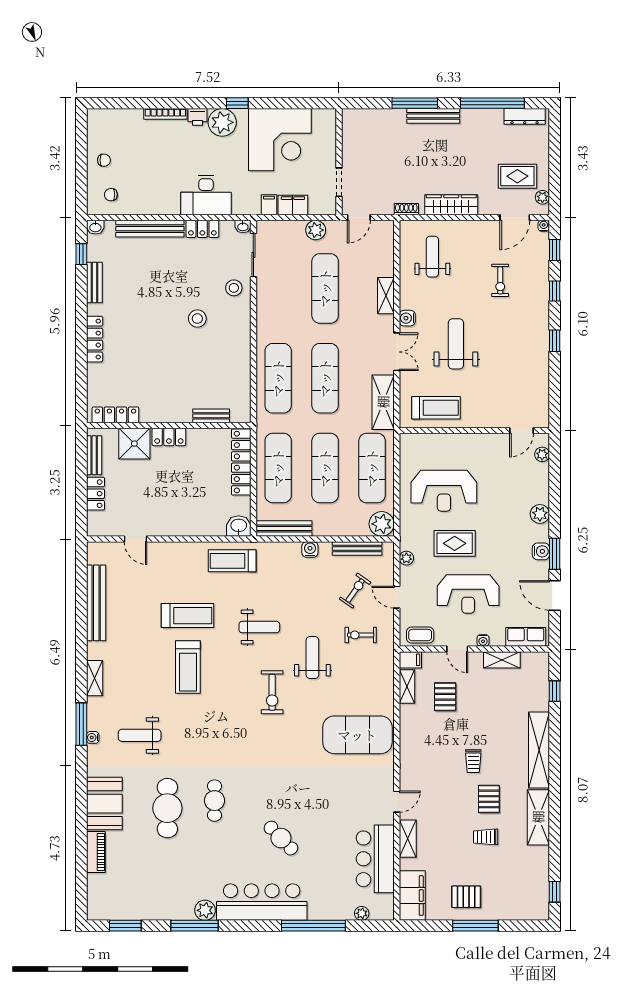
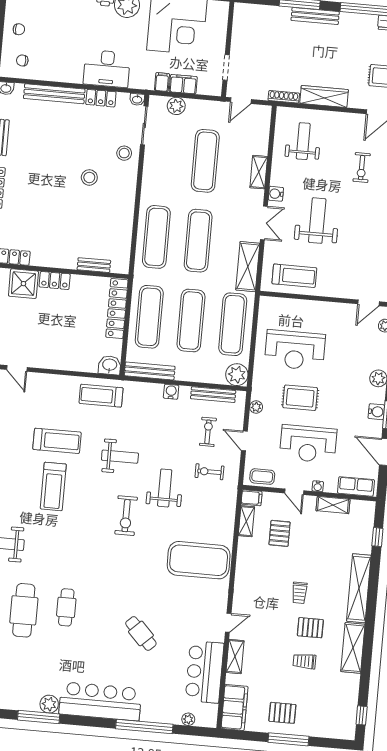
shoe rack: (406, 209) -> (284, 97), width x1.43
plant: (316, 230) -> (176, 106), moved
exercise bike: (355, 591) -> (208, 432), turned -35
pallet: (489, 799) -> (310, 628), turned 90
cafe table: (281, 838) -> (141, 633), moved

